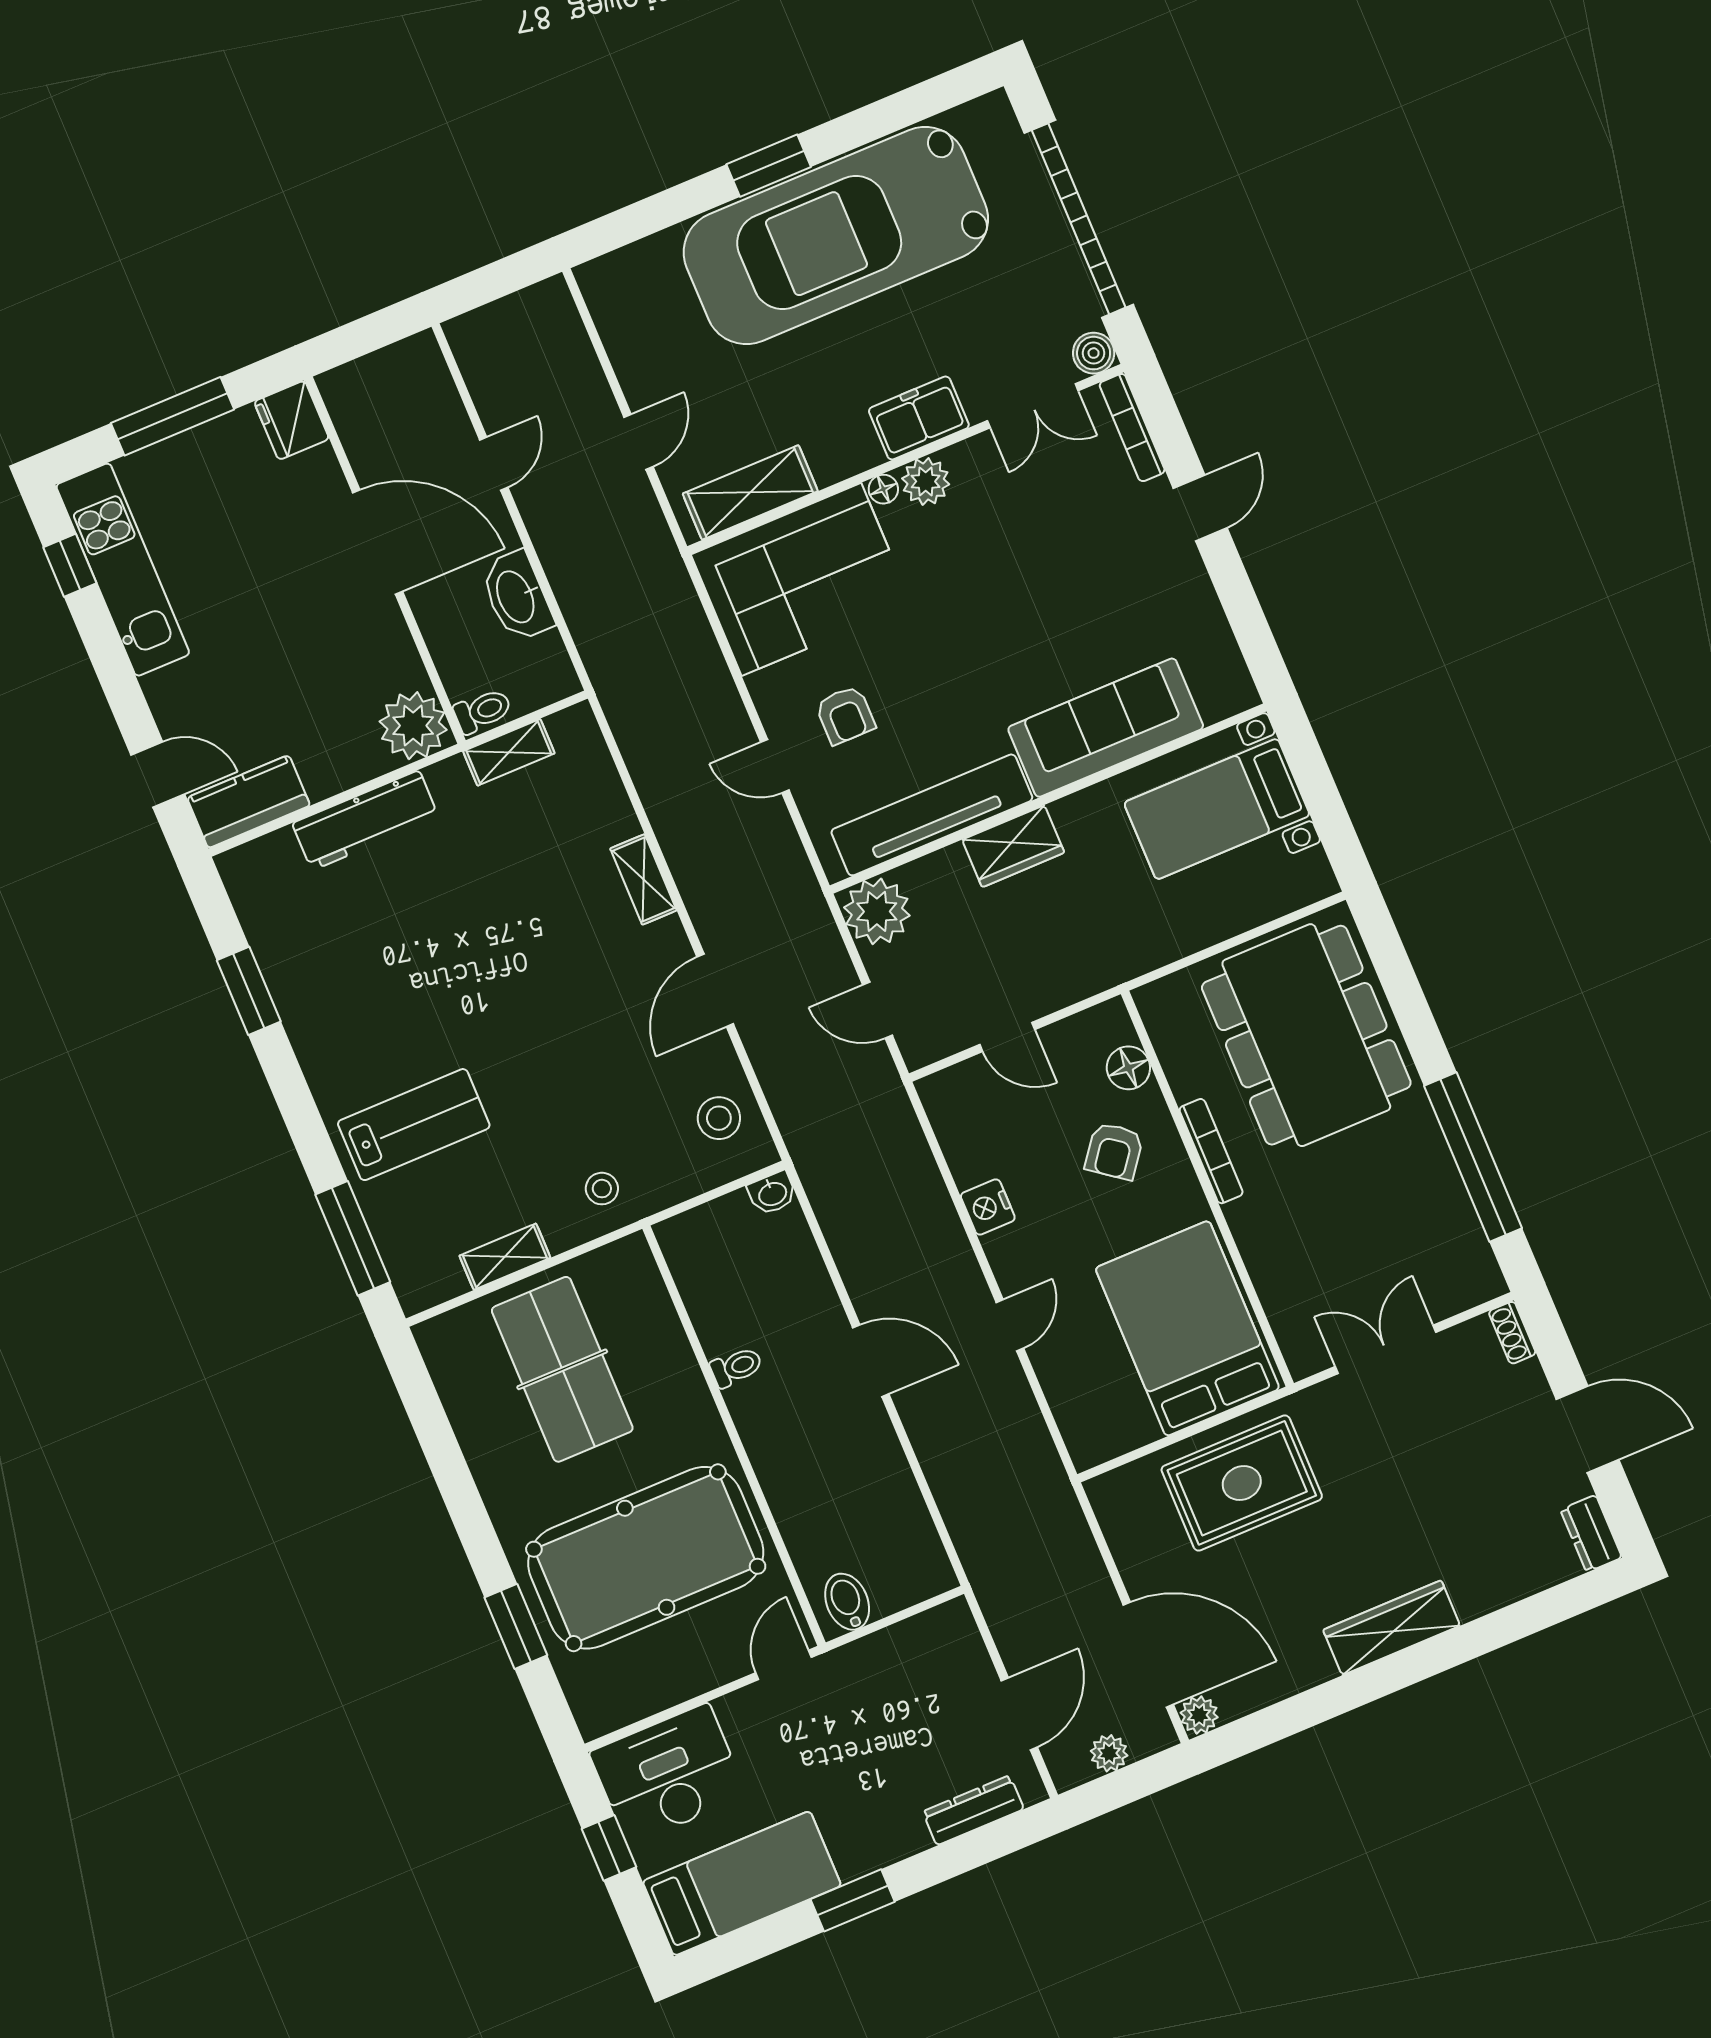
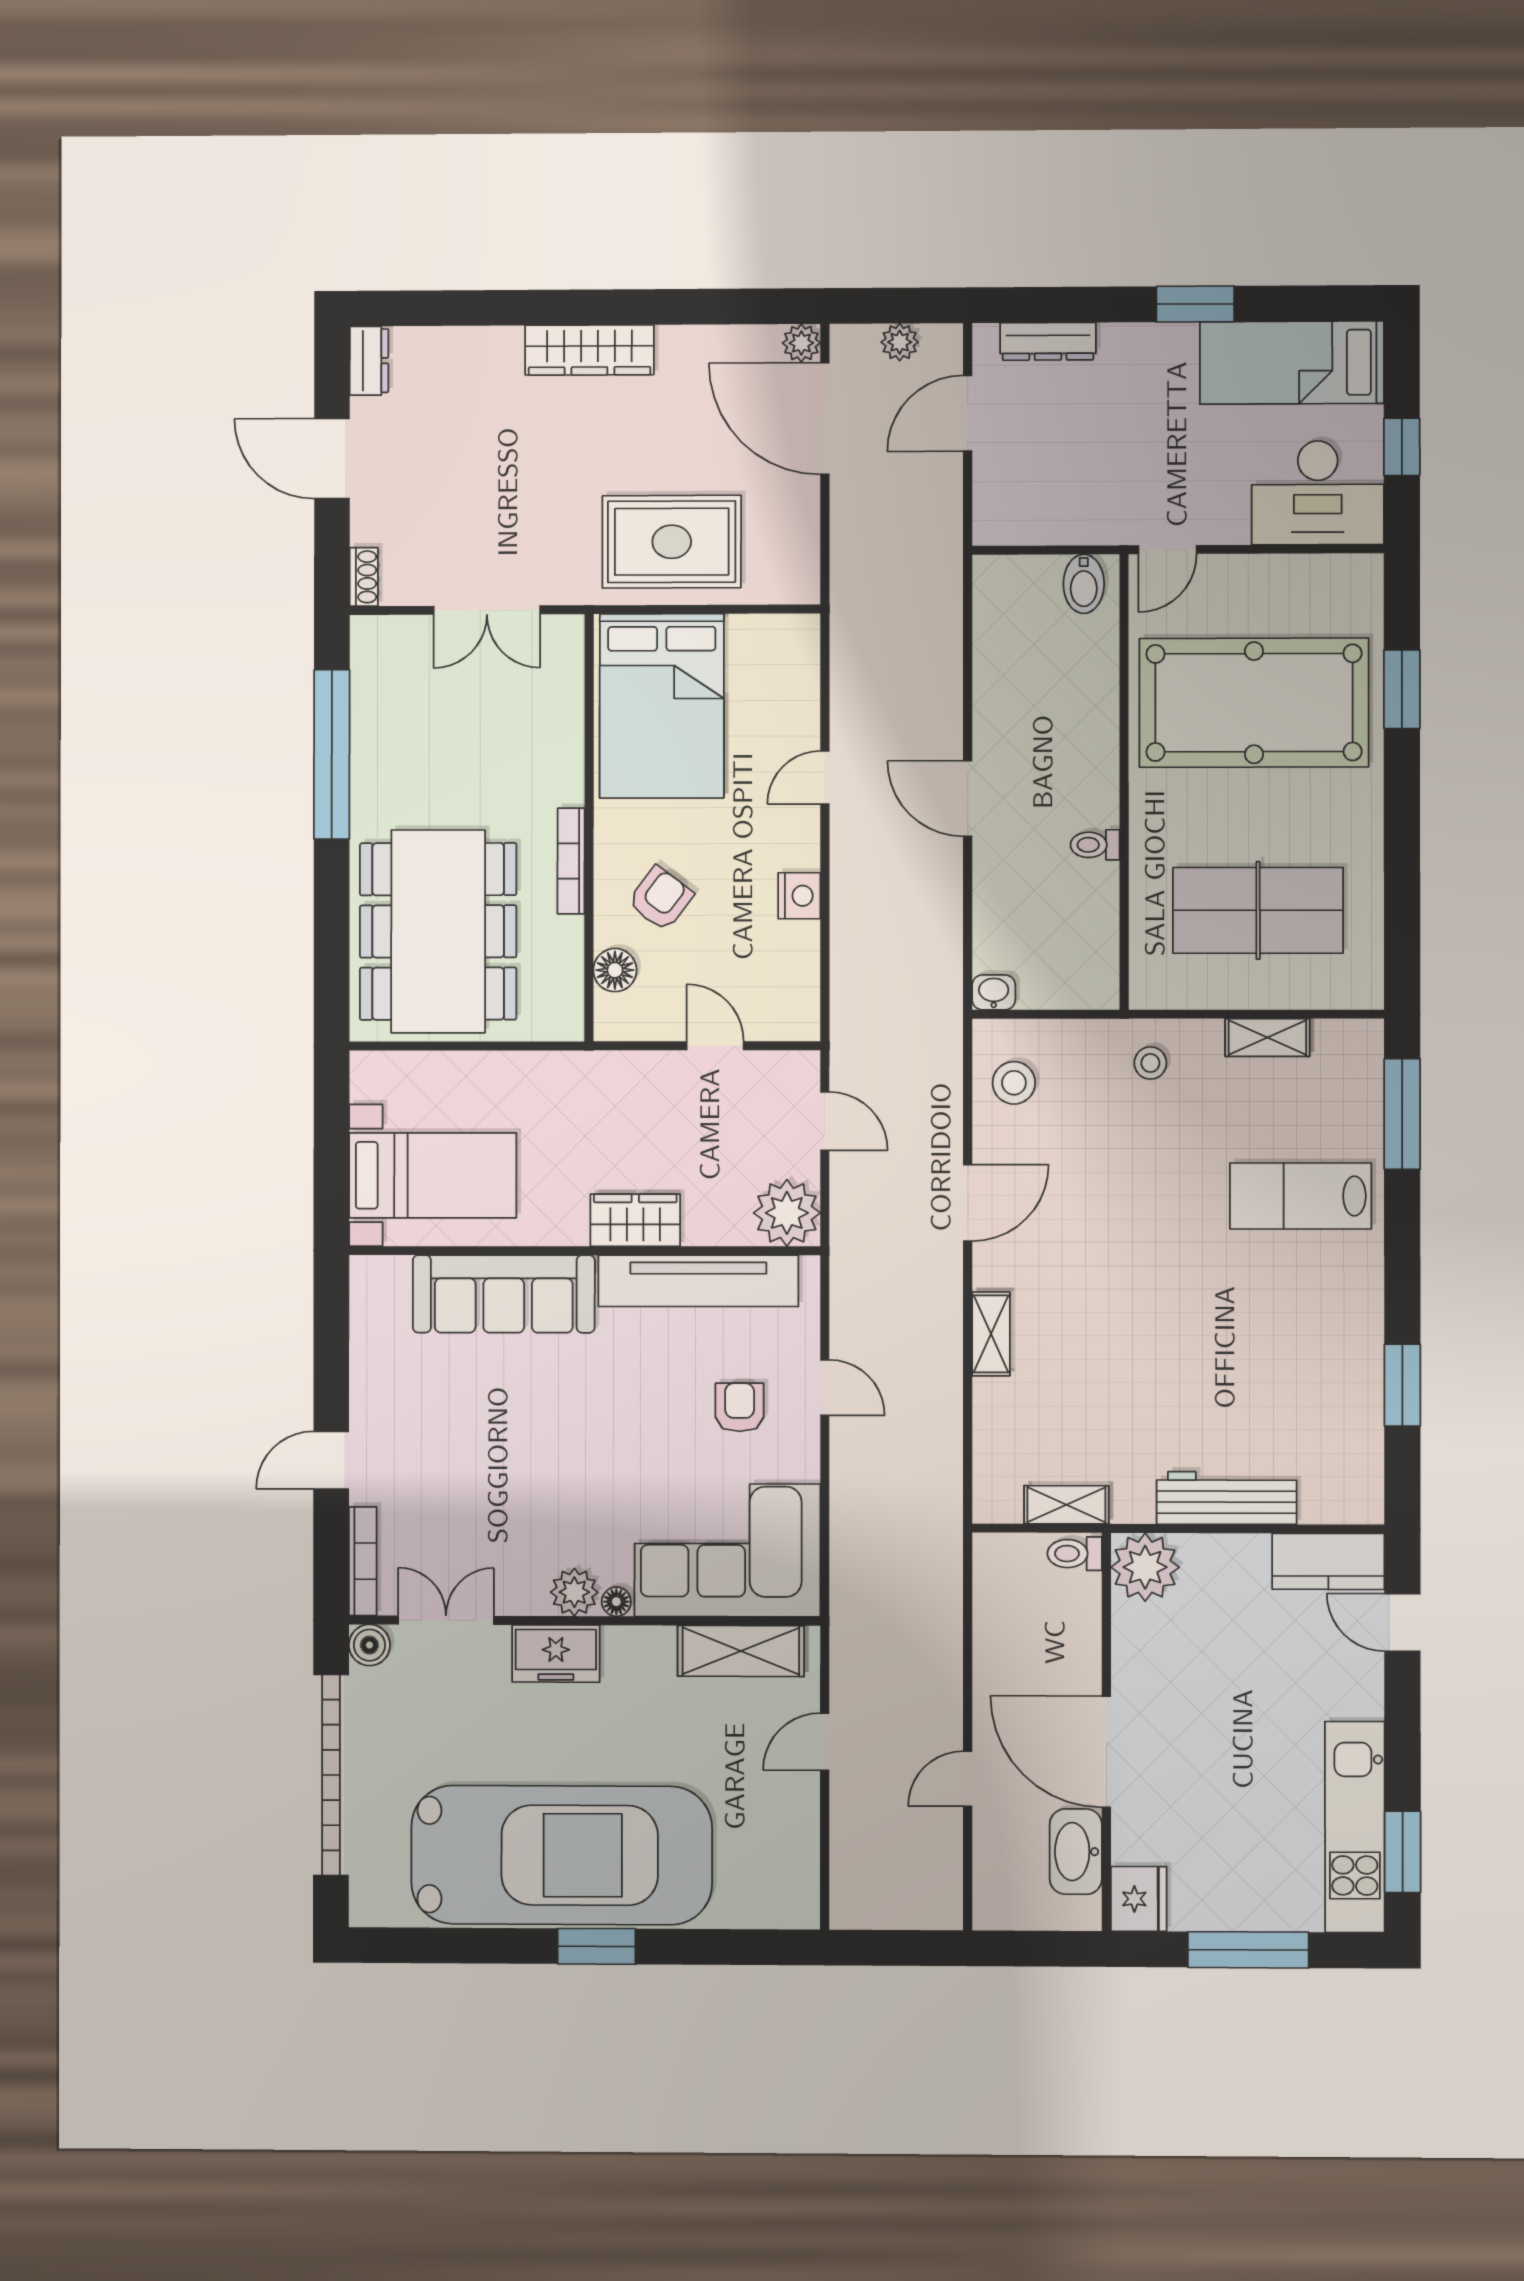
window: (70, 565) -> (1403, 1852), width x1.50
washbasin: (517, 596) -> (1076, 1852), moved, turned 180
table tennis table: (562, 1369) -> (1258, 910), turned 90

